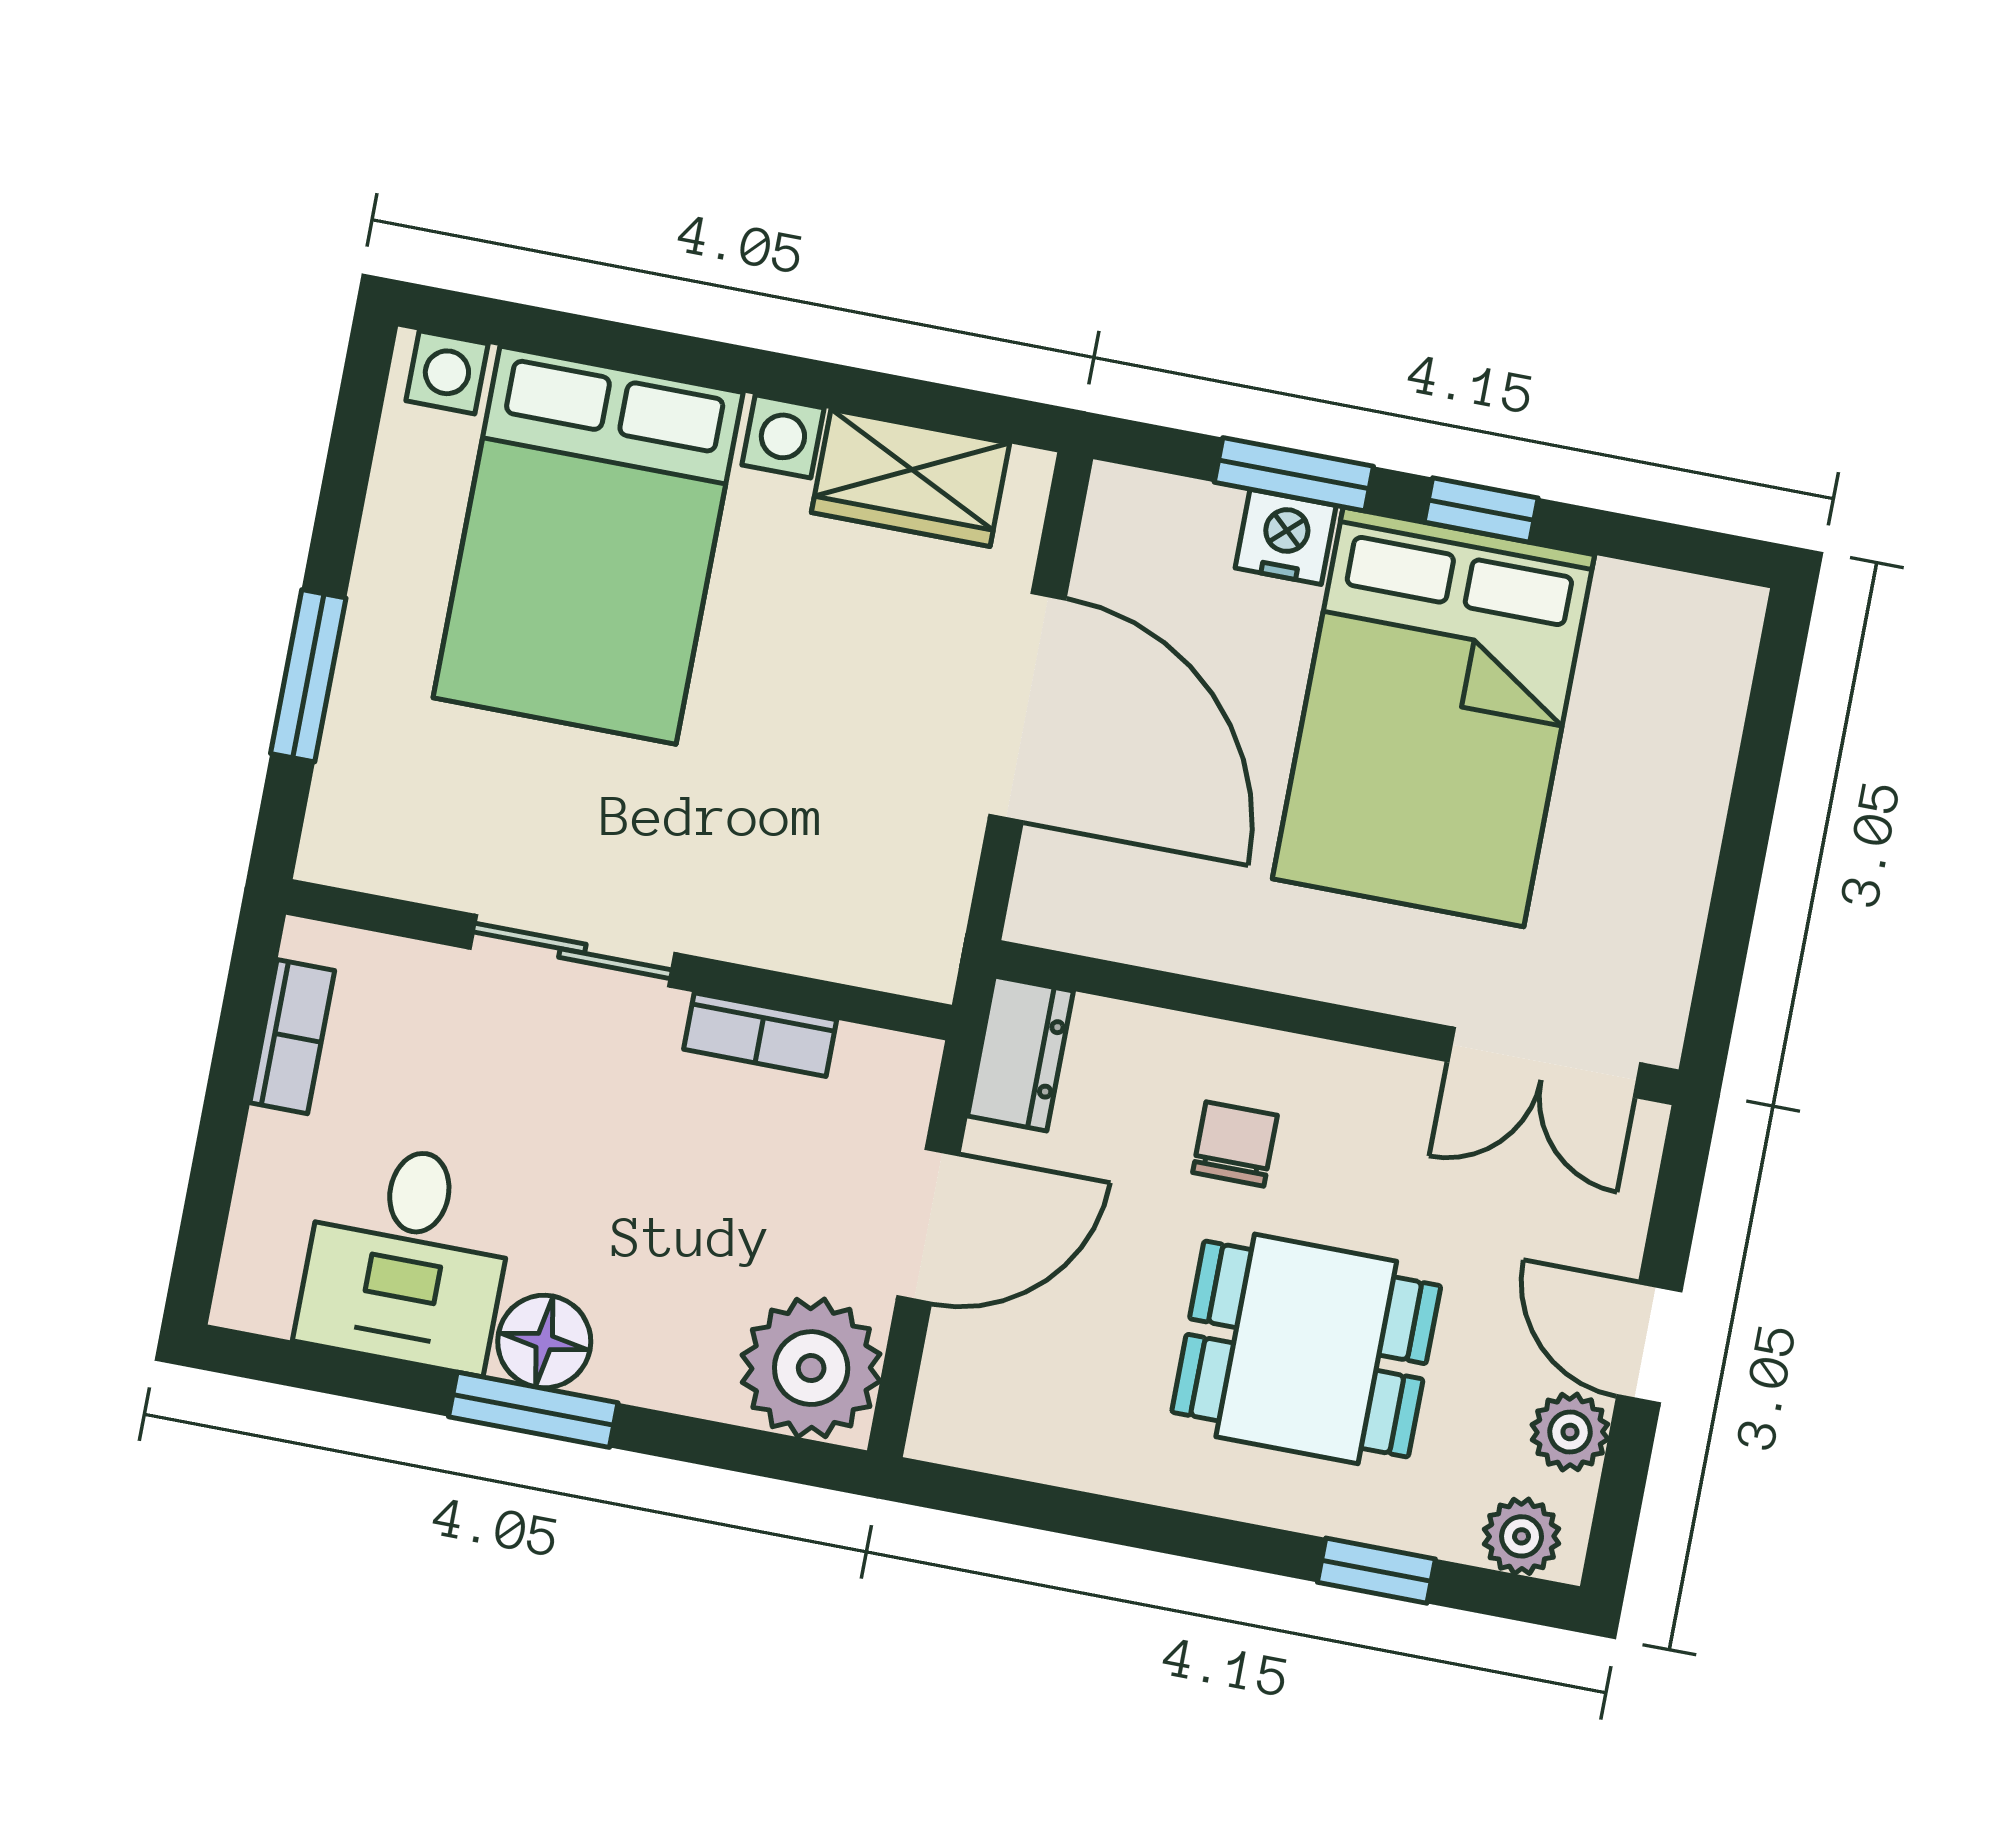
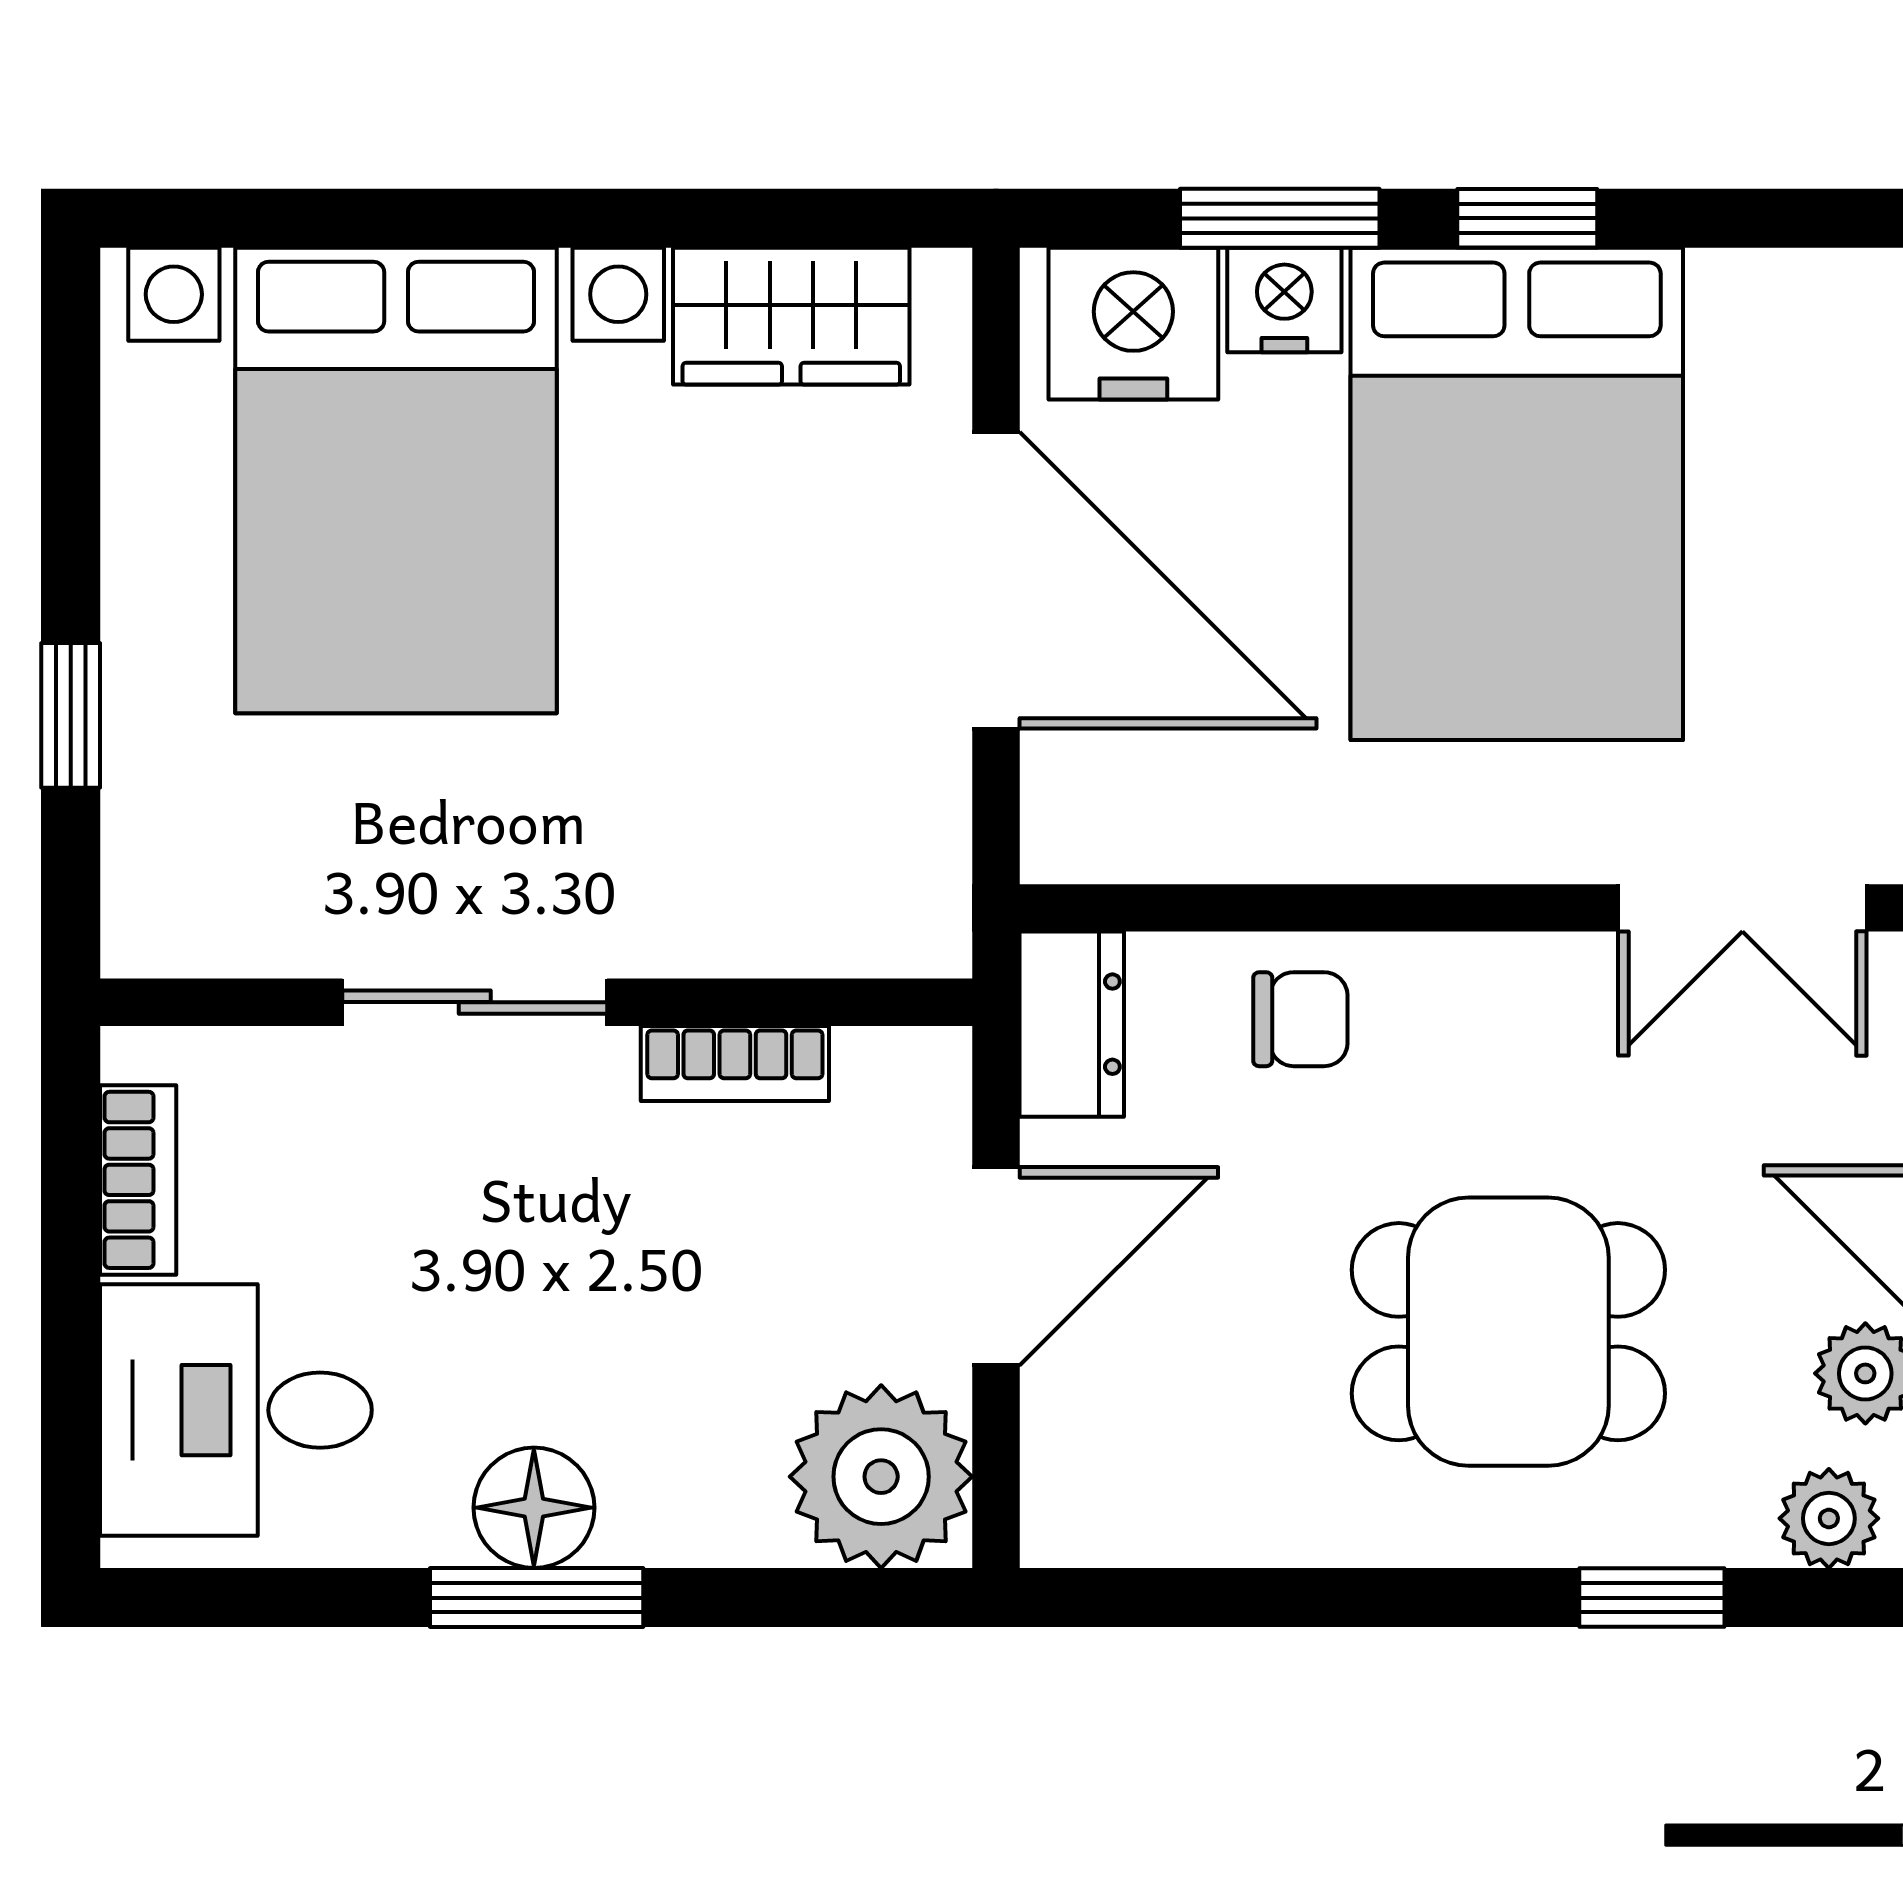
nightstand: (1168, 533) -> (1133, 324), added
window: (308, 676) -> (71, 715), width x0.67
chair: (1235, 1144) -> (1300, 1019), moved, turned 90
desk: (407, 1256) -> (236, 1410), moved, turned 90

